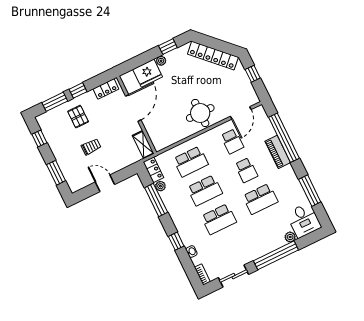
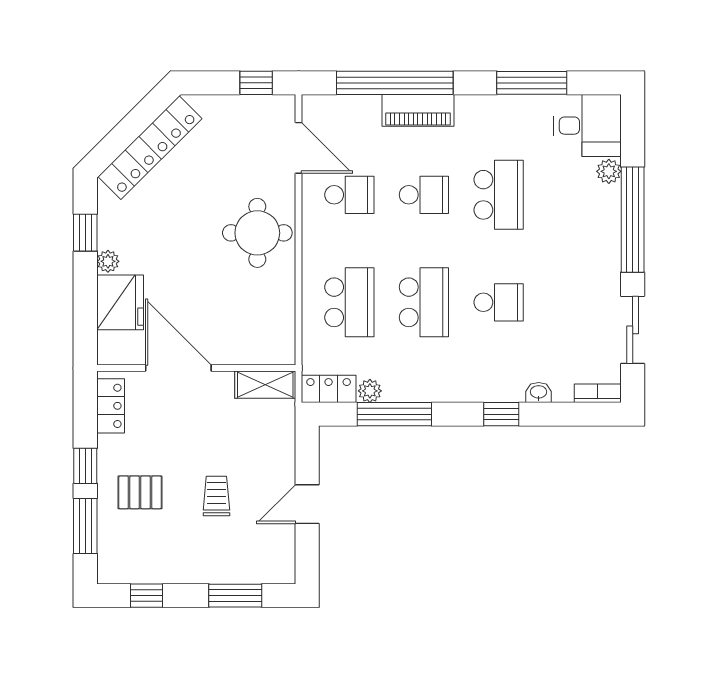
window: (253, 74) -> (256, 83), moved
school desk: (219, 219) -> (499, 302), width x0.54

